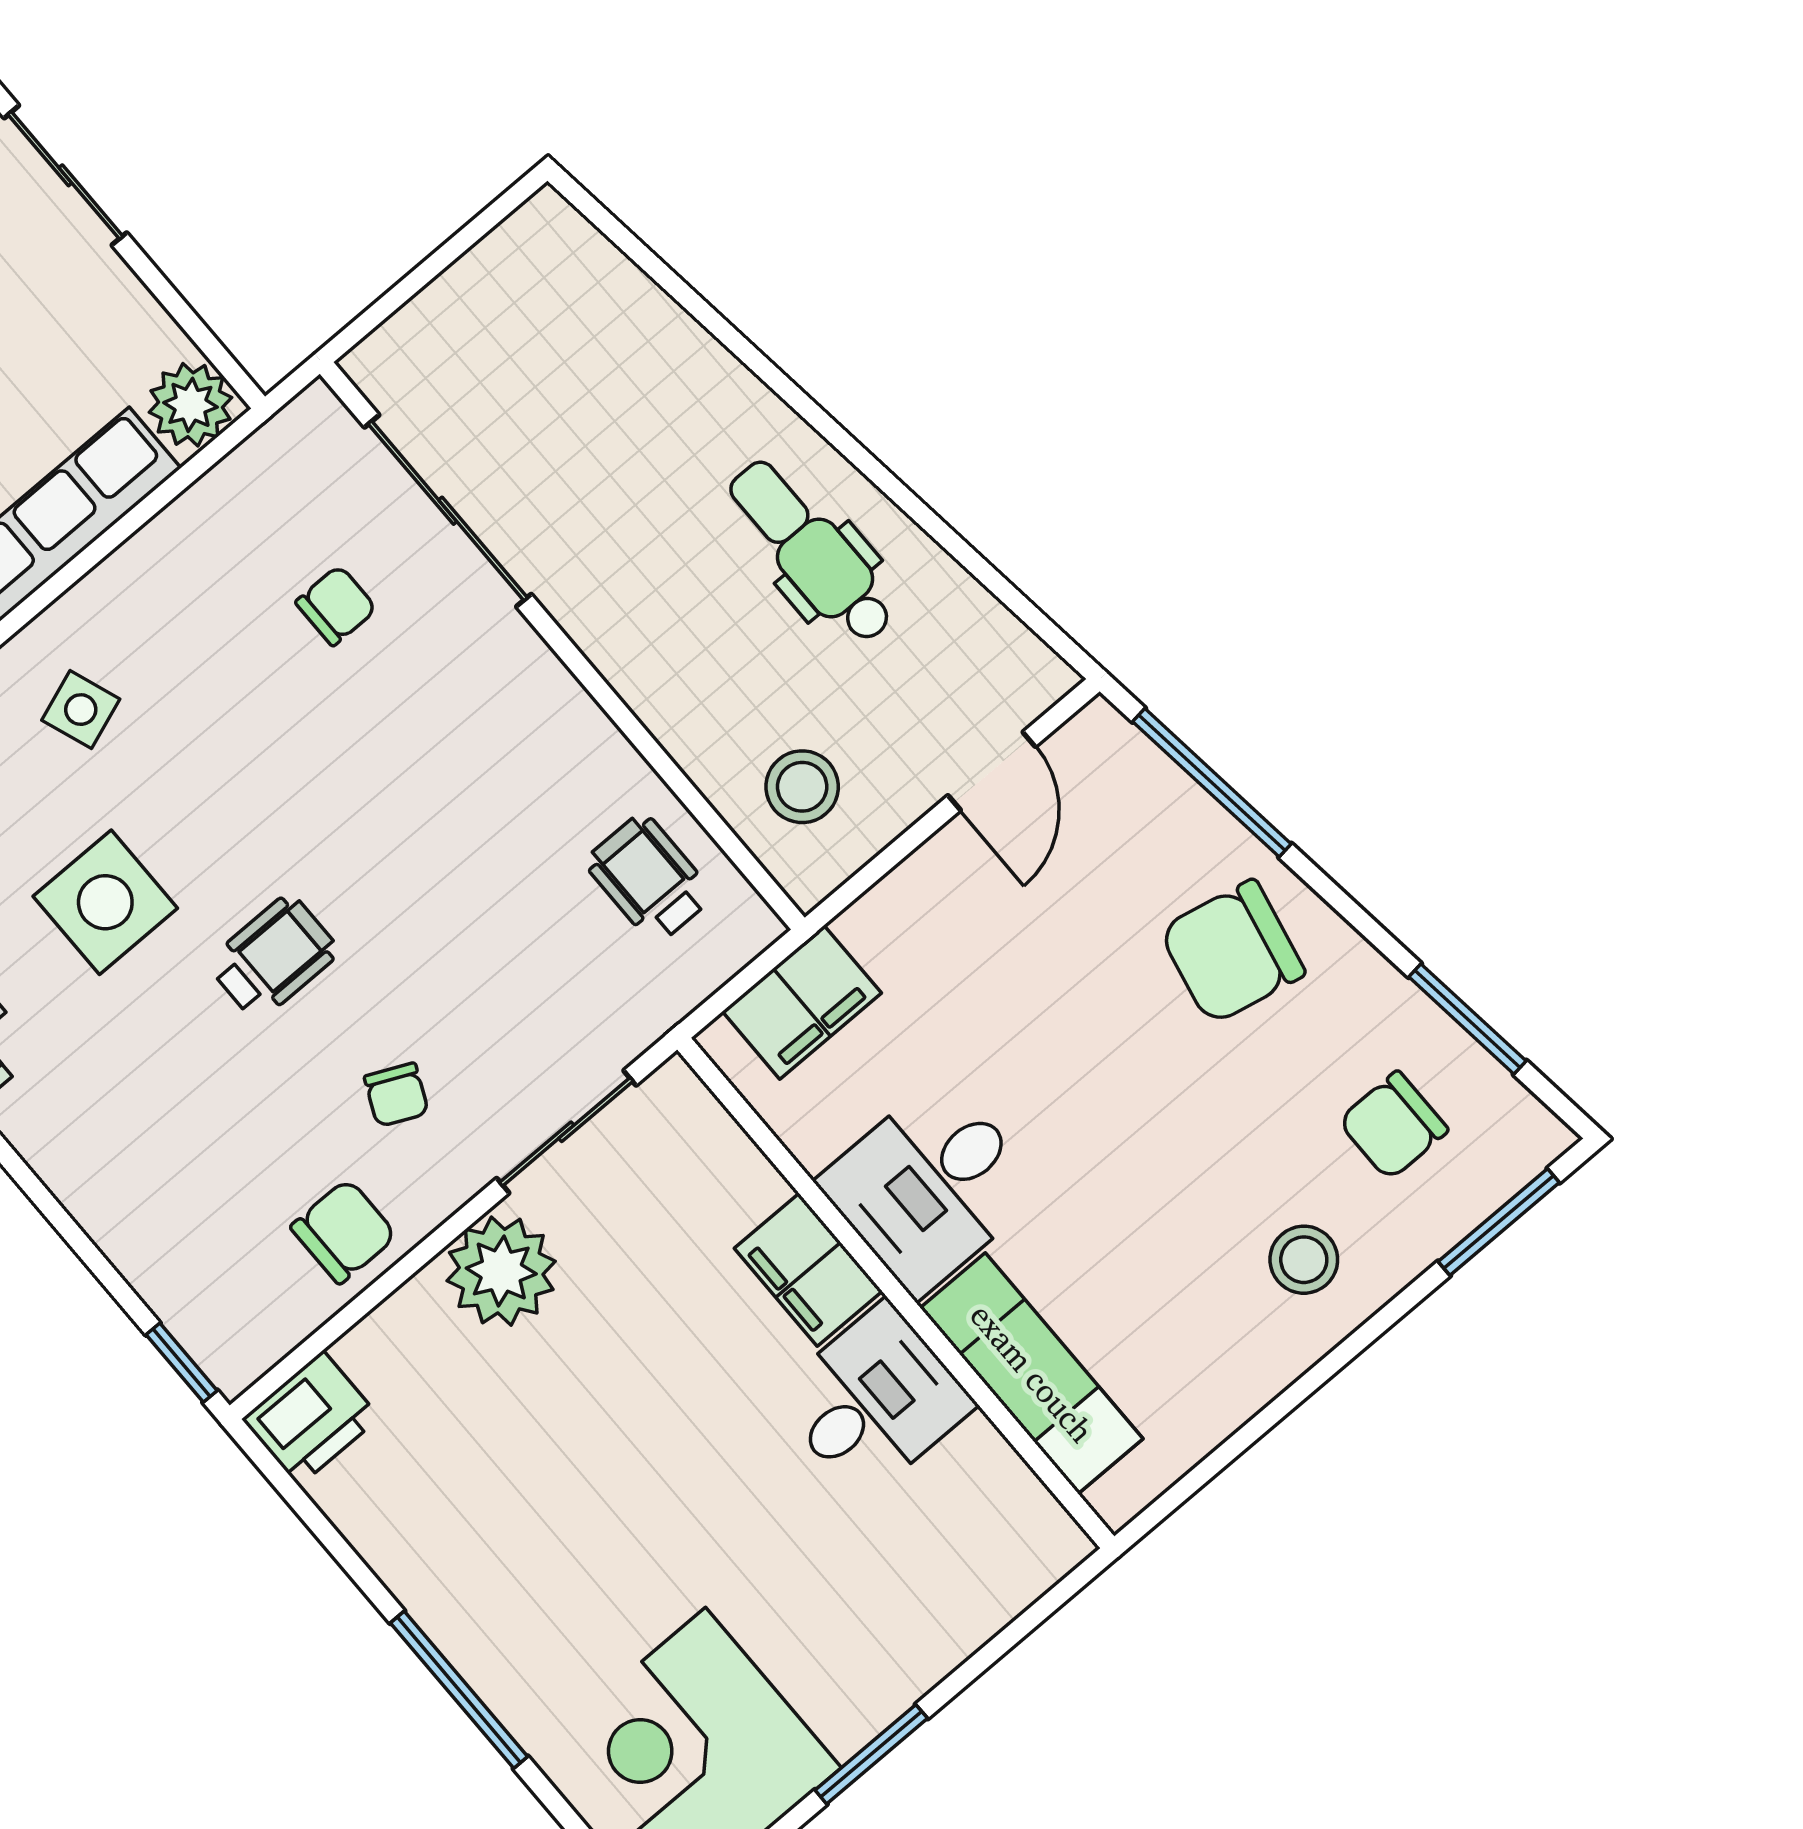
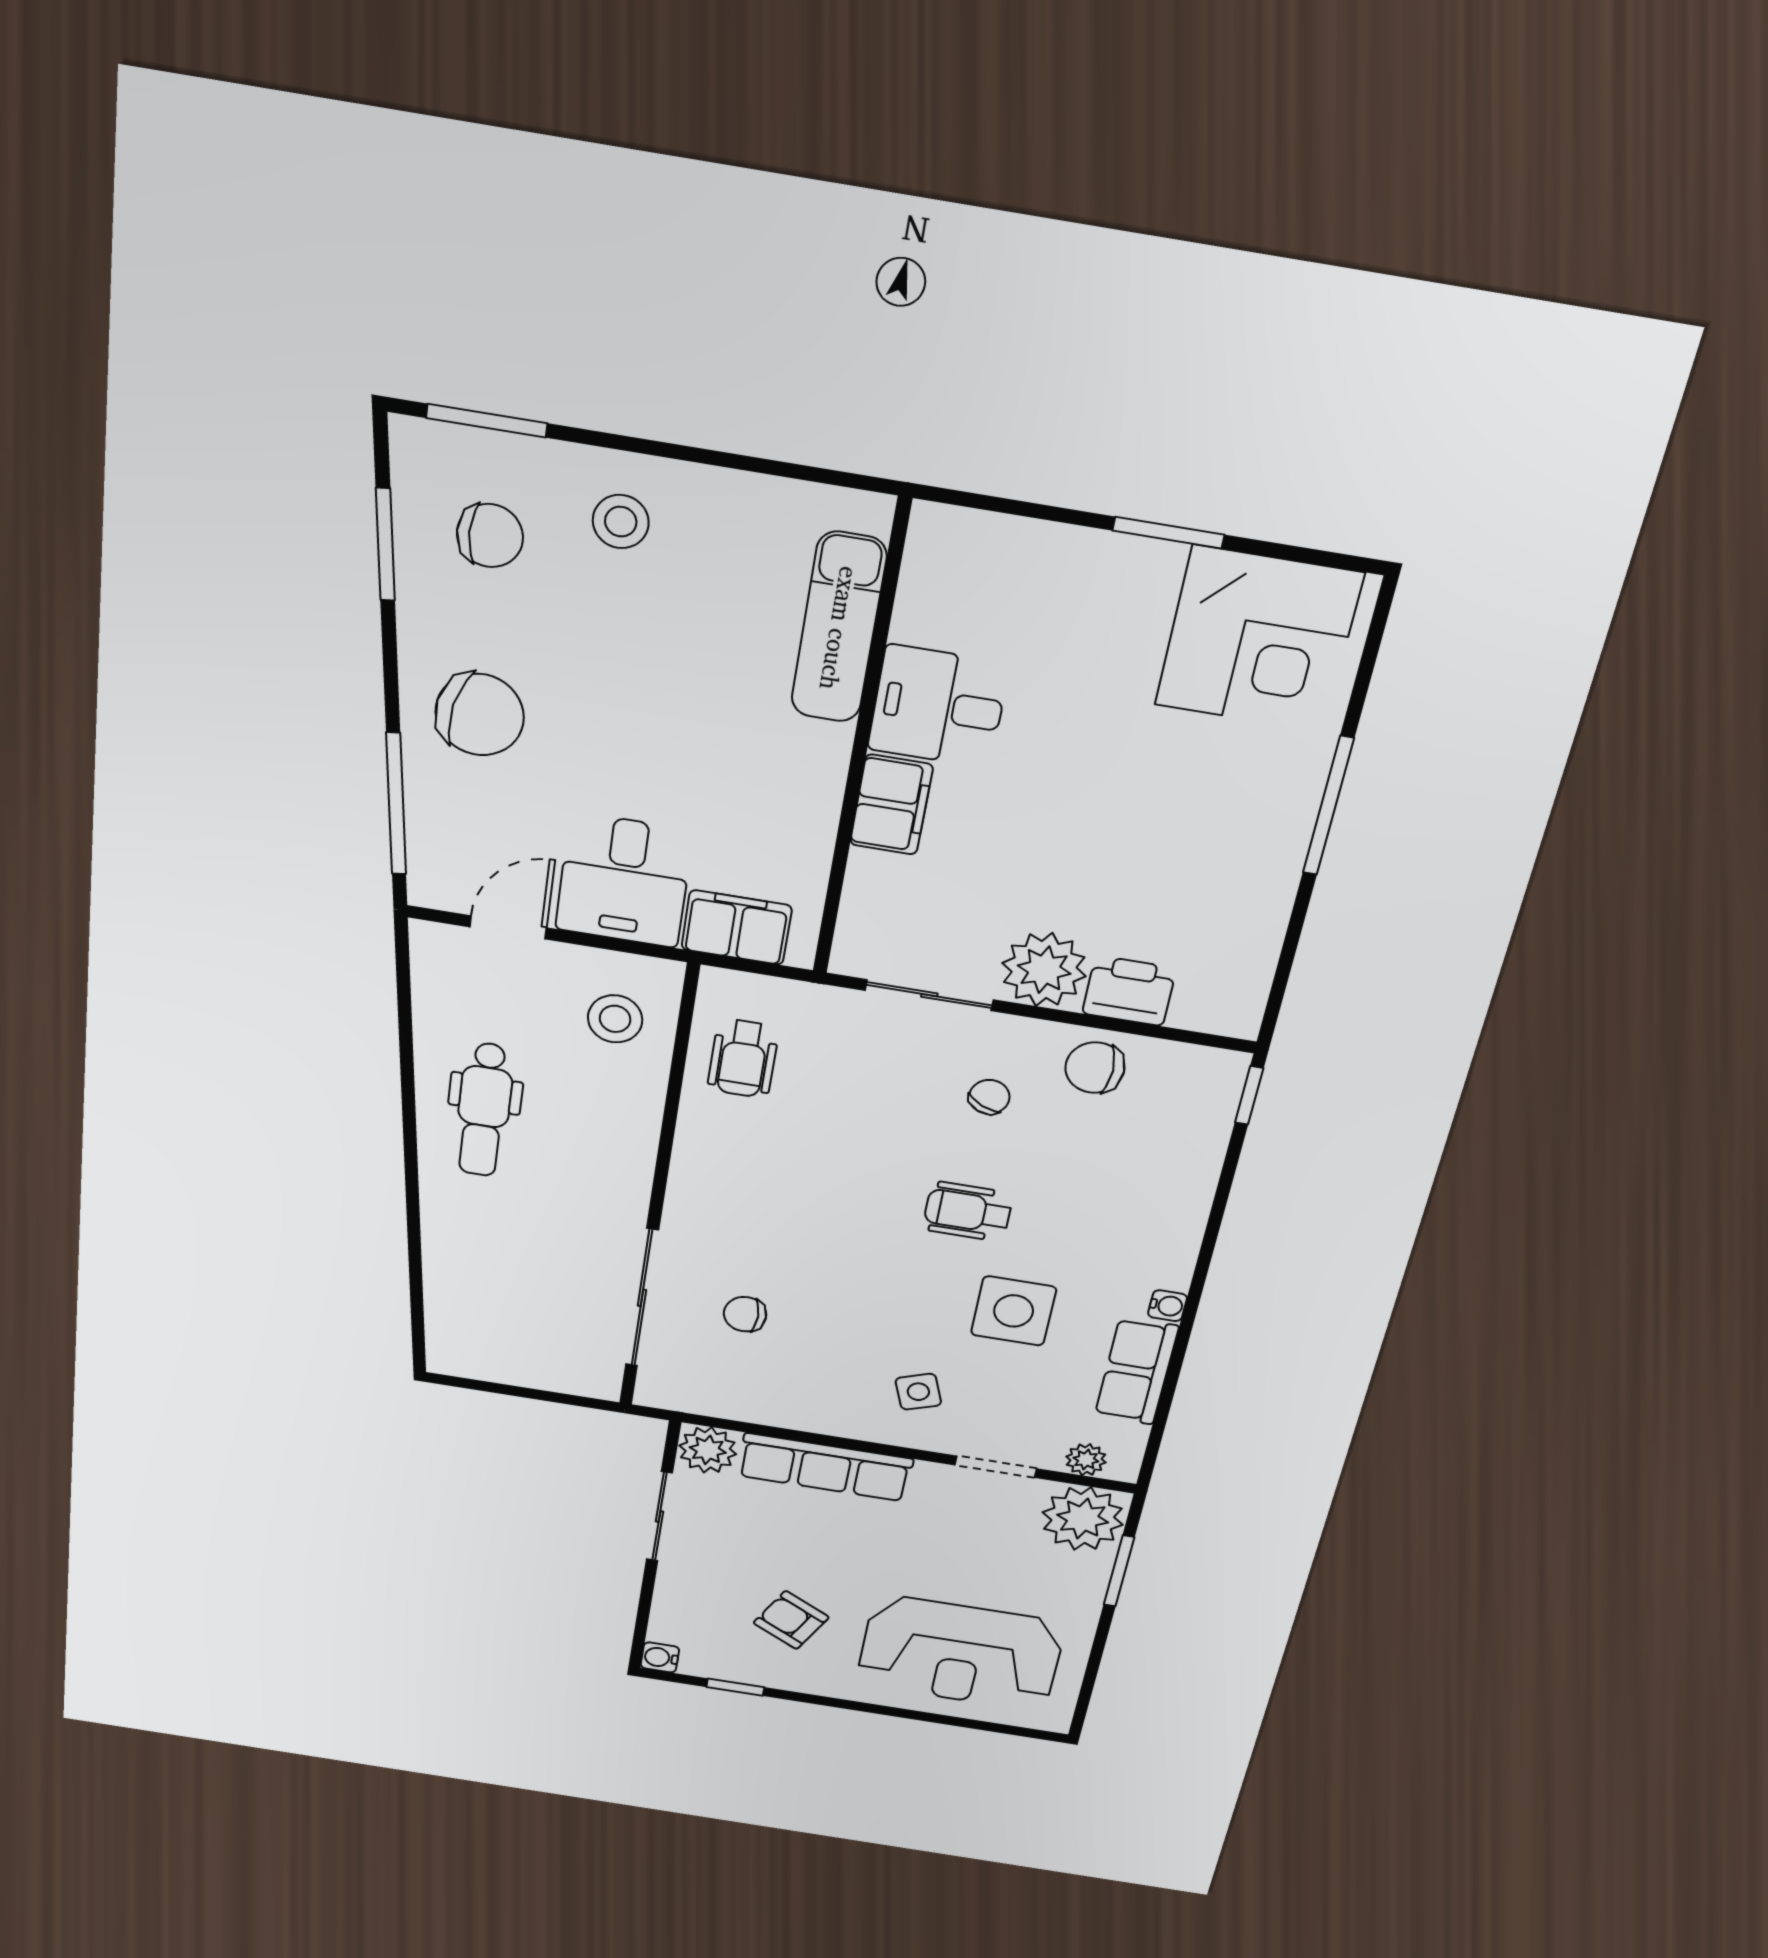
sliding door: (65, 175) -> (659, 1517), moved
desk: (930, 1186) -> (624, 880), moved, turned 90
printer: (311, 1418) -> (1129, 991), moved

